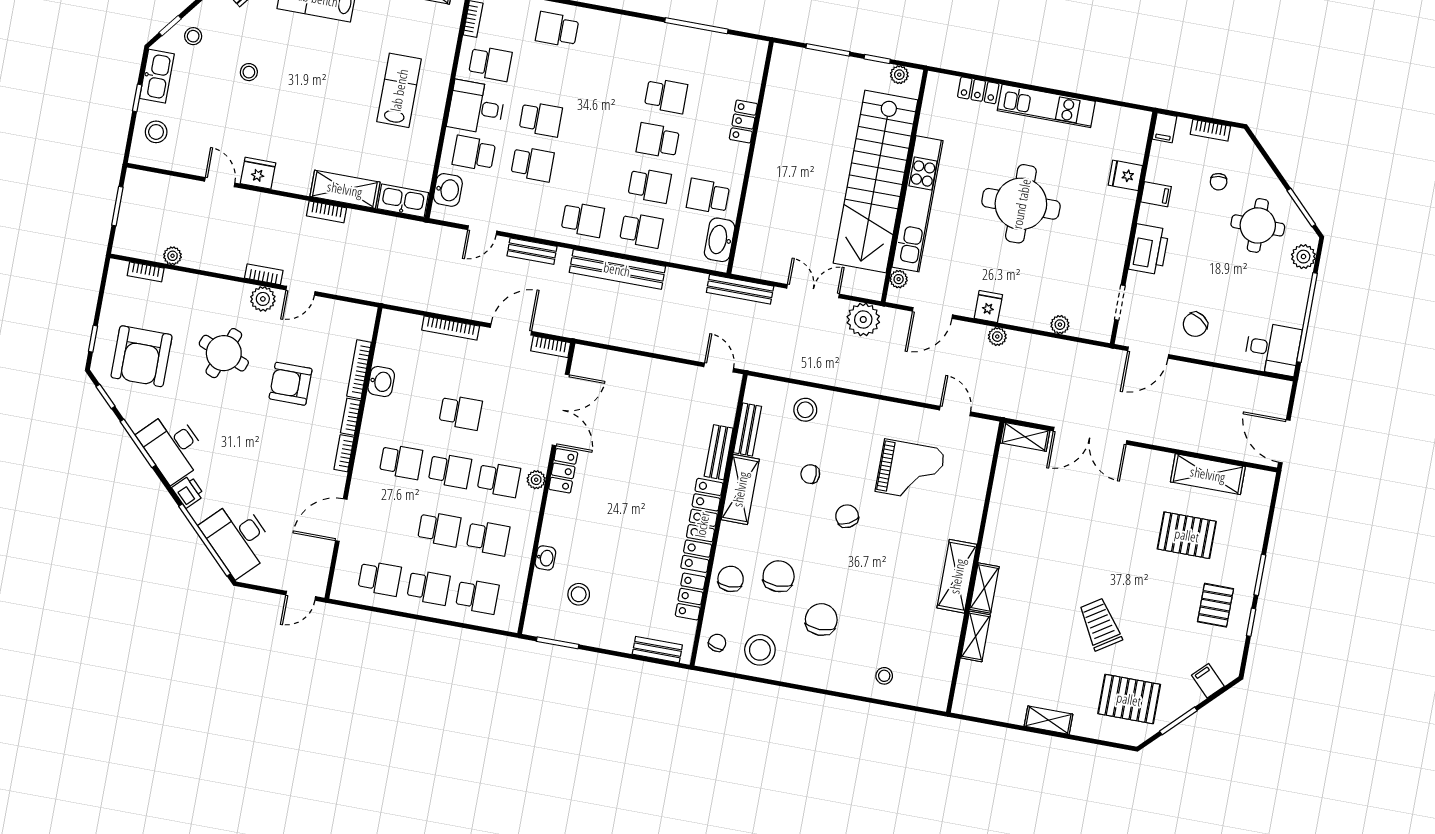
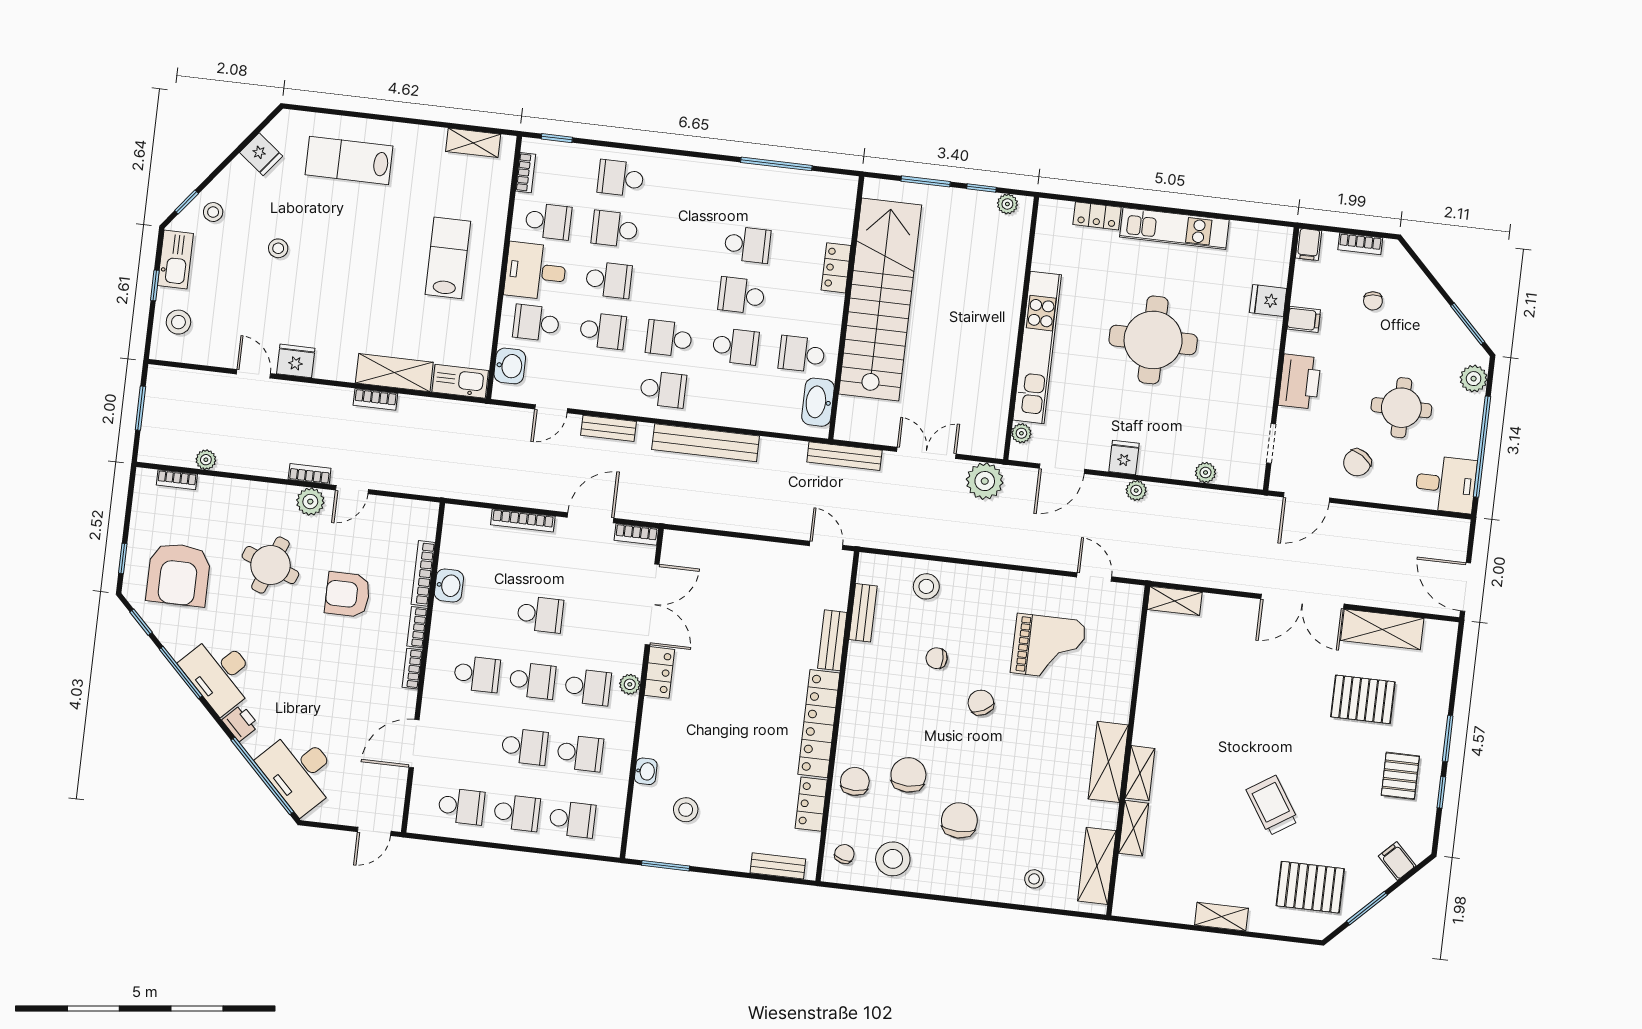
school desk: (549, 74) -> (615, 229), added
stairs: (875, 181) -> (880, 299), moved, turned 180
round table: (1258, 225) -> (1401, 408), moved
school desk: (641, 230) -> (669, 339), moved, turned 180
double door: (1090, 436) -> (1302, 601), moved
shelving: (740, 489) -> (1097, 866), moved

